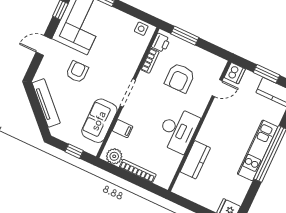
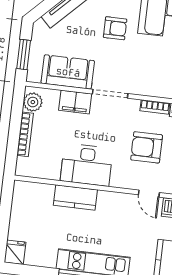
filing cabinet: (123, 129) -> (75, 102), width x2.00
window: (74, 151) -> (24, 55), width x1.50
kitchen counter: (195, 160) -> (75, 198), moved

